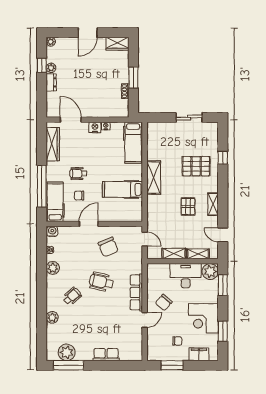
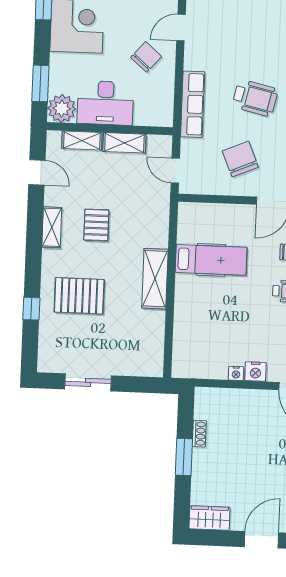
hospital bed: (133, 143) -> (189, 342), removed
row of seats: (136, 292) -> (193, 104), moved

